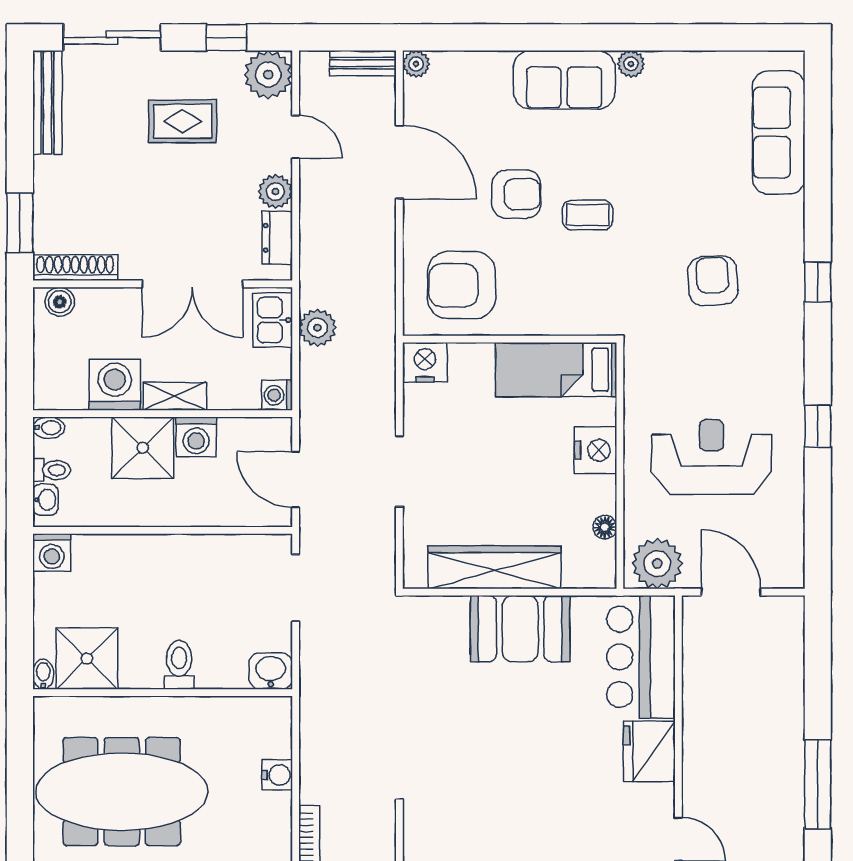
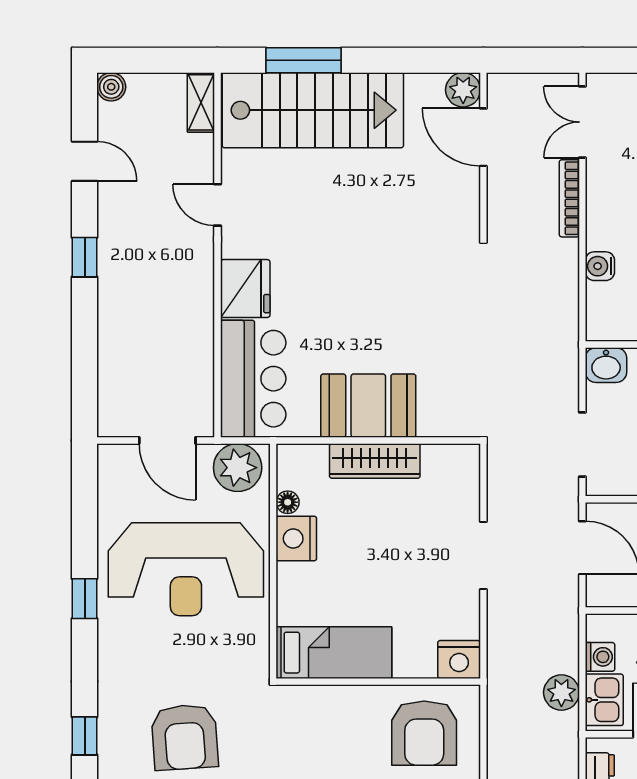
armchair: (713, 281) -> (185, 737), width x1.36, depth x1.36
armchair: (461, 285) -> (424, 733), turned 90
washing machine: (277, 395) -> (600, 657), moved
nightstand: (596, 450) -> (296, 539), moved
reception desk: (711, 457) -> (186, 569), width x1.36, depth x1.30
wardrobe: (494, 567) -> (375, 461), width x0.71, depth x0.85
window: (818, 784) -> (85, 257), width x0.46

